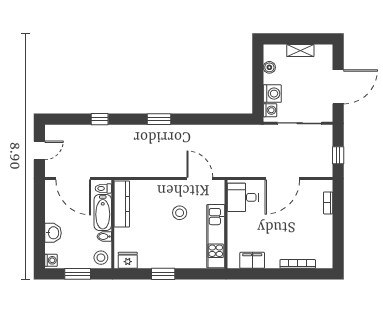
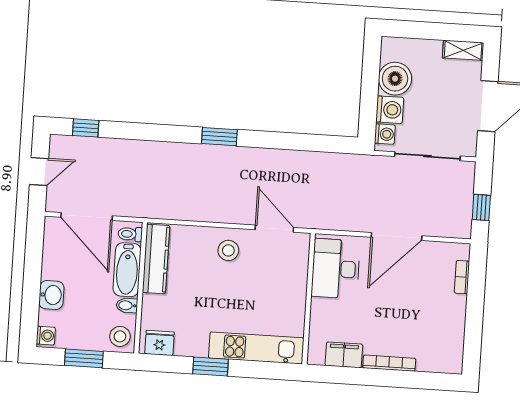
shelving: (300, 51) -> (463, 50), moved
boiler: (269, 67) -> (395, 79), width x1.86, depth x1.86
window: (100, 119) -> (86, 128), moved
desk: (243, 197) -> (336, 269), width x1.37
stool: (180, 213) -> (228, 250), moved
kitchen unit: (216, 236) -> (256, 348), moved, turned 90
bookcase: (298, 264) -> (389, 363), moved

